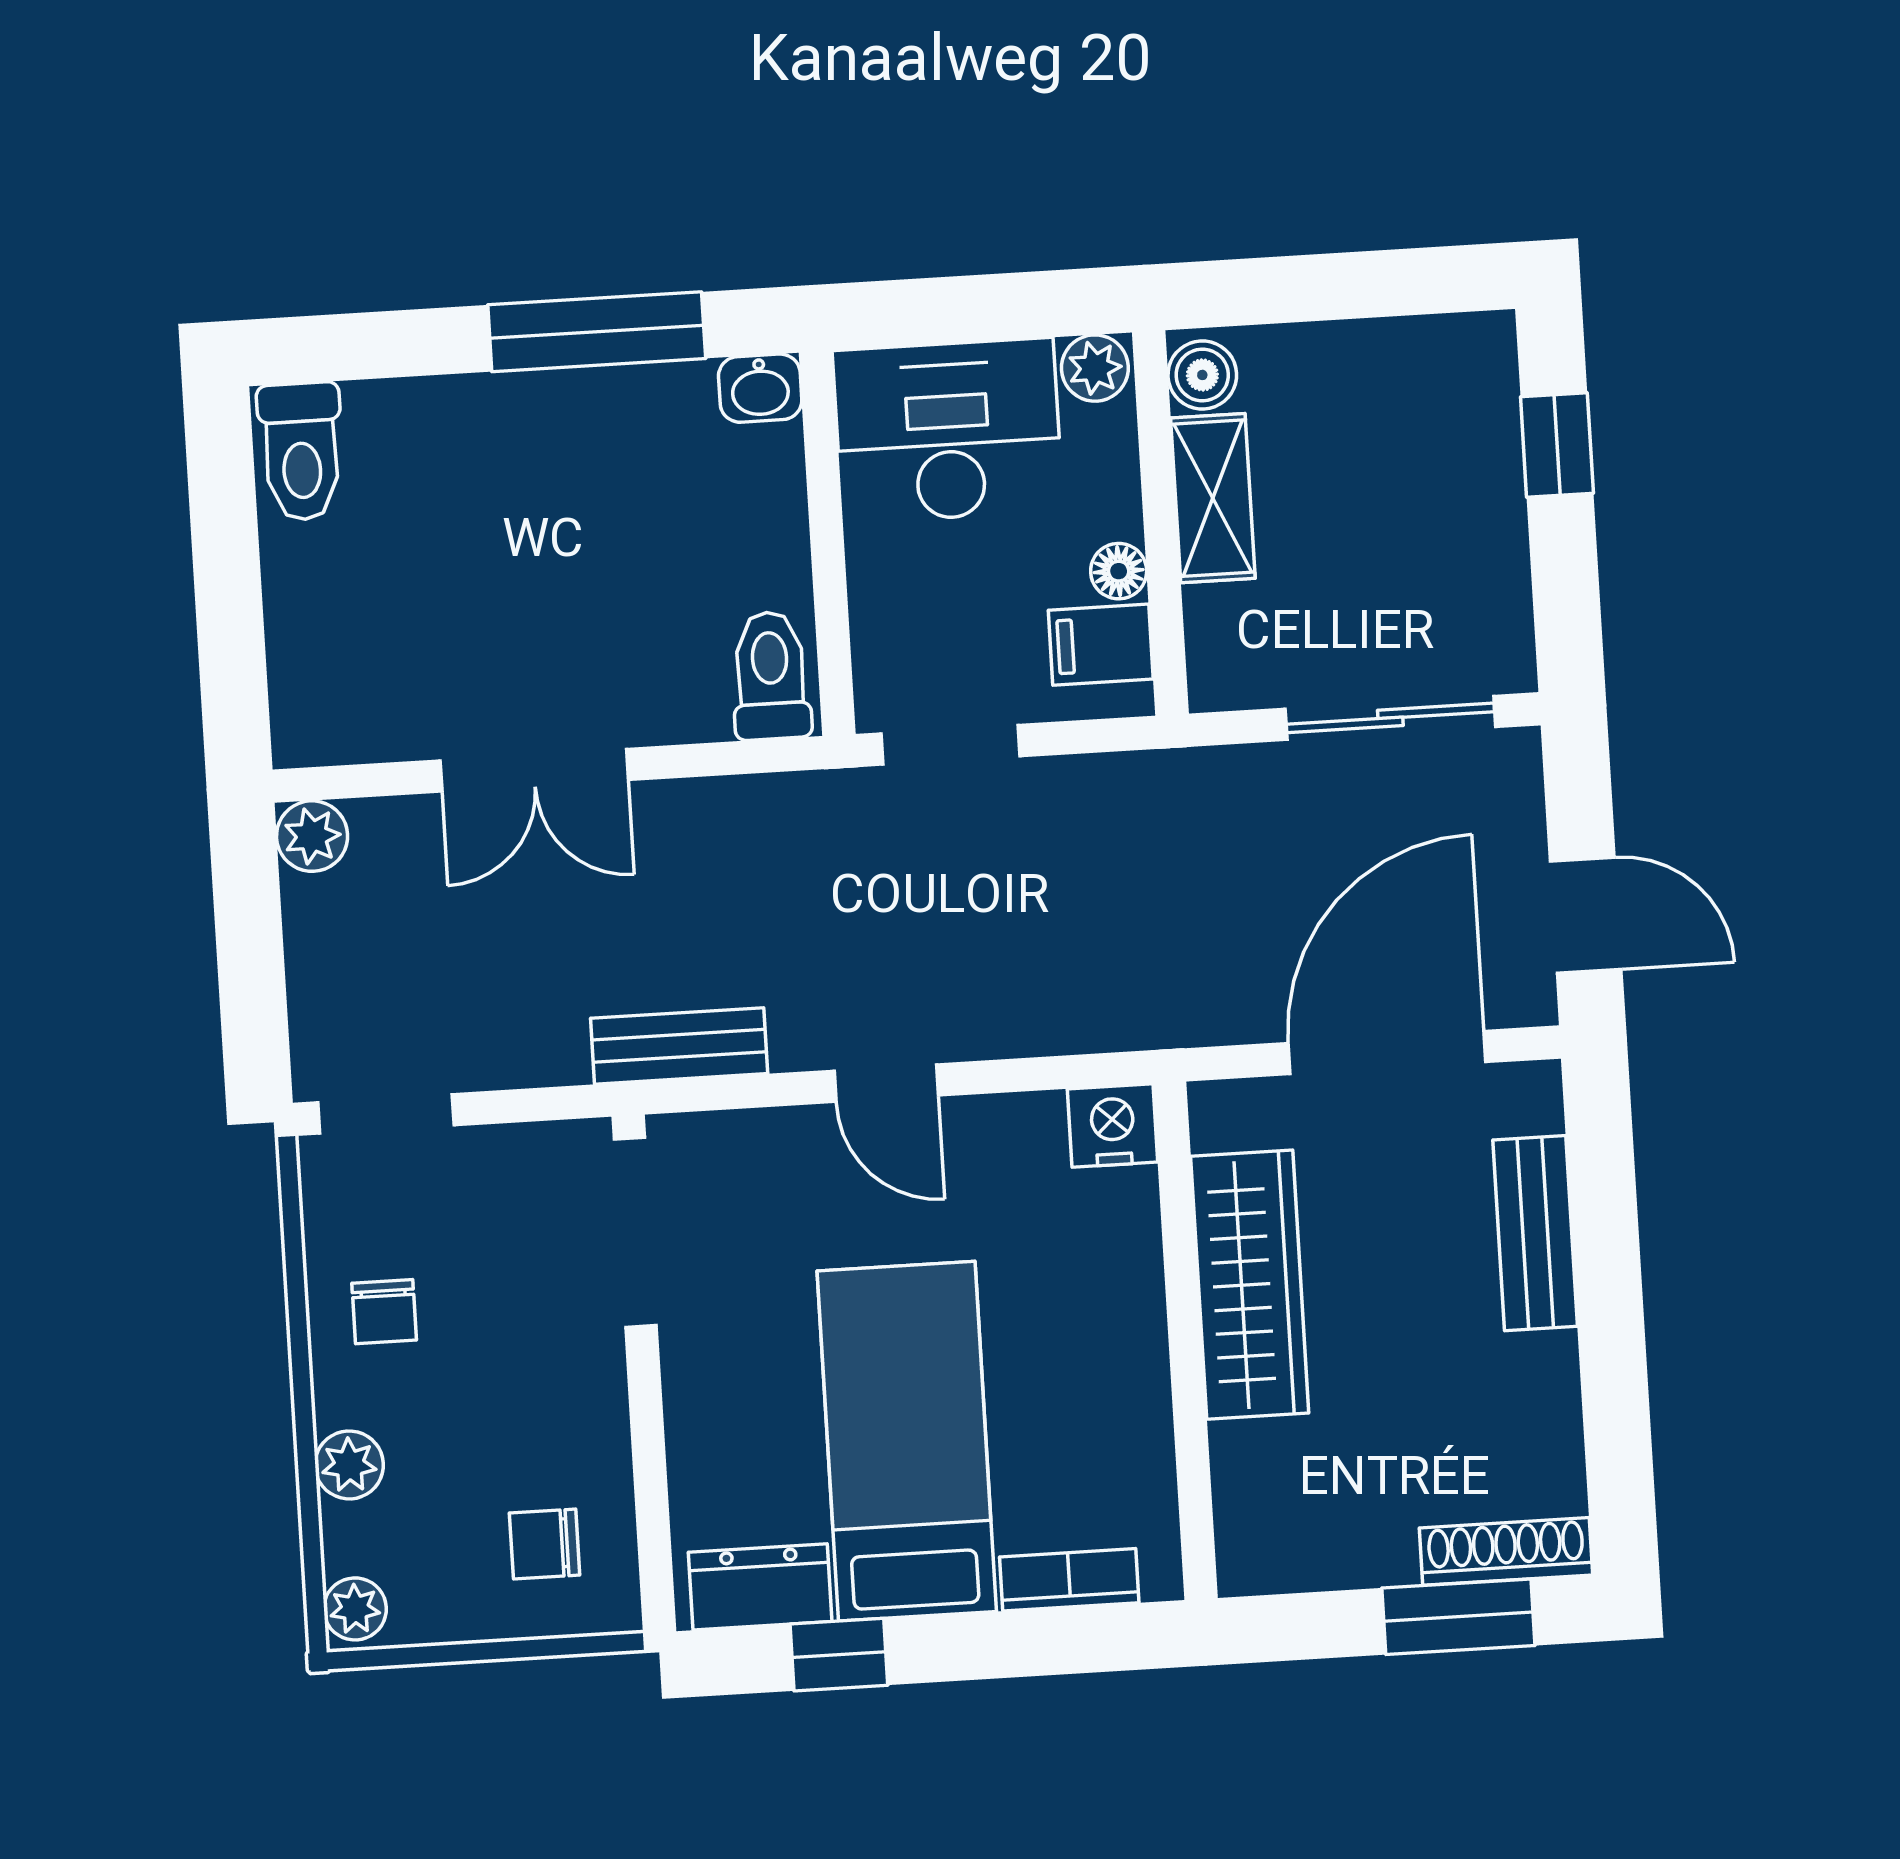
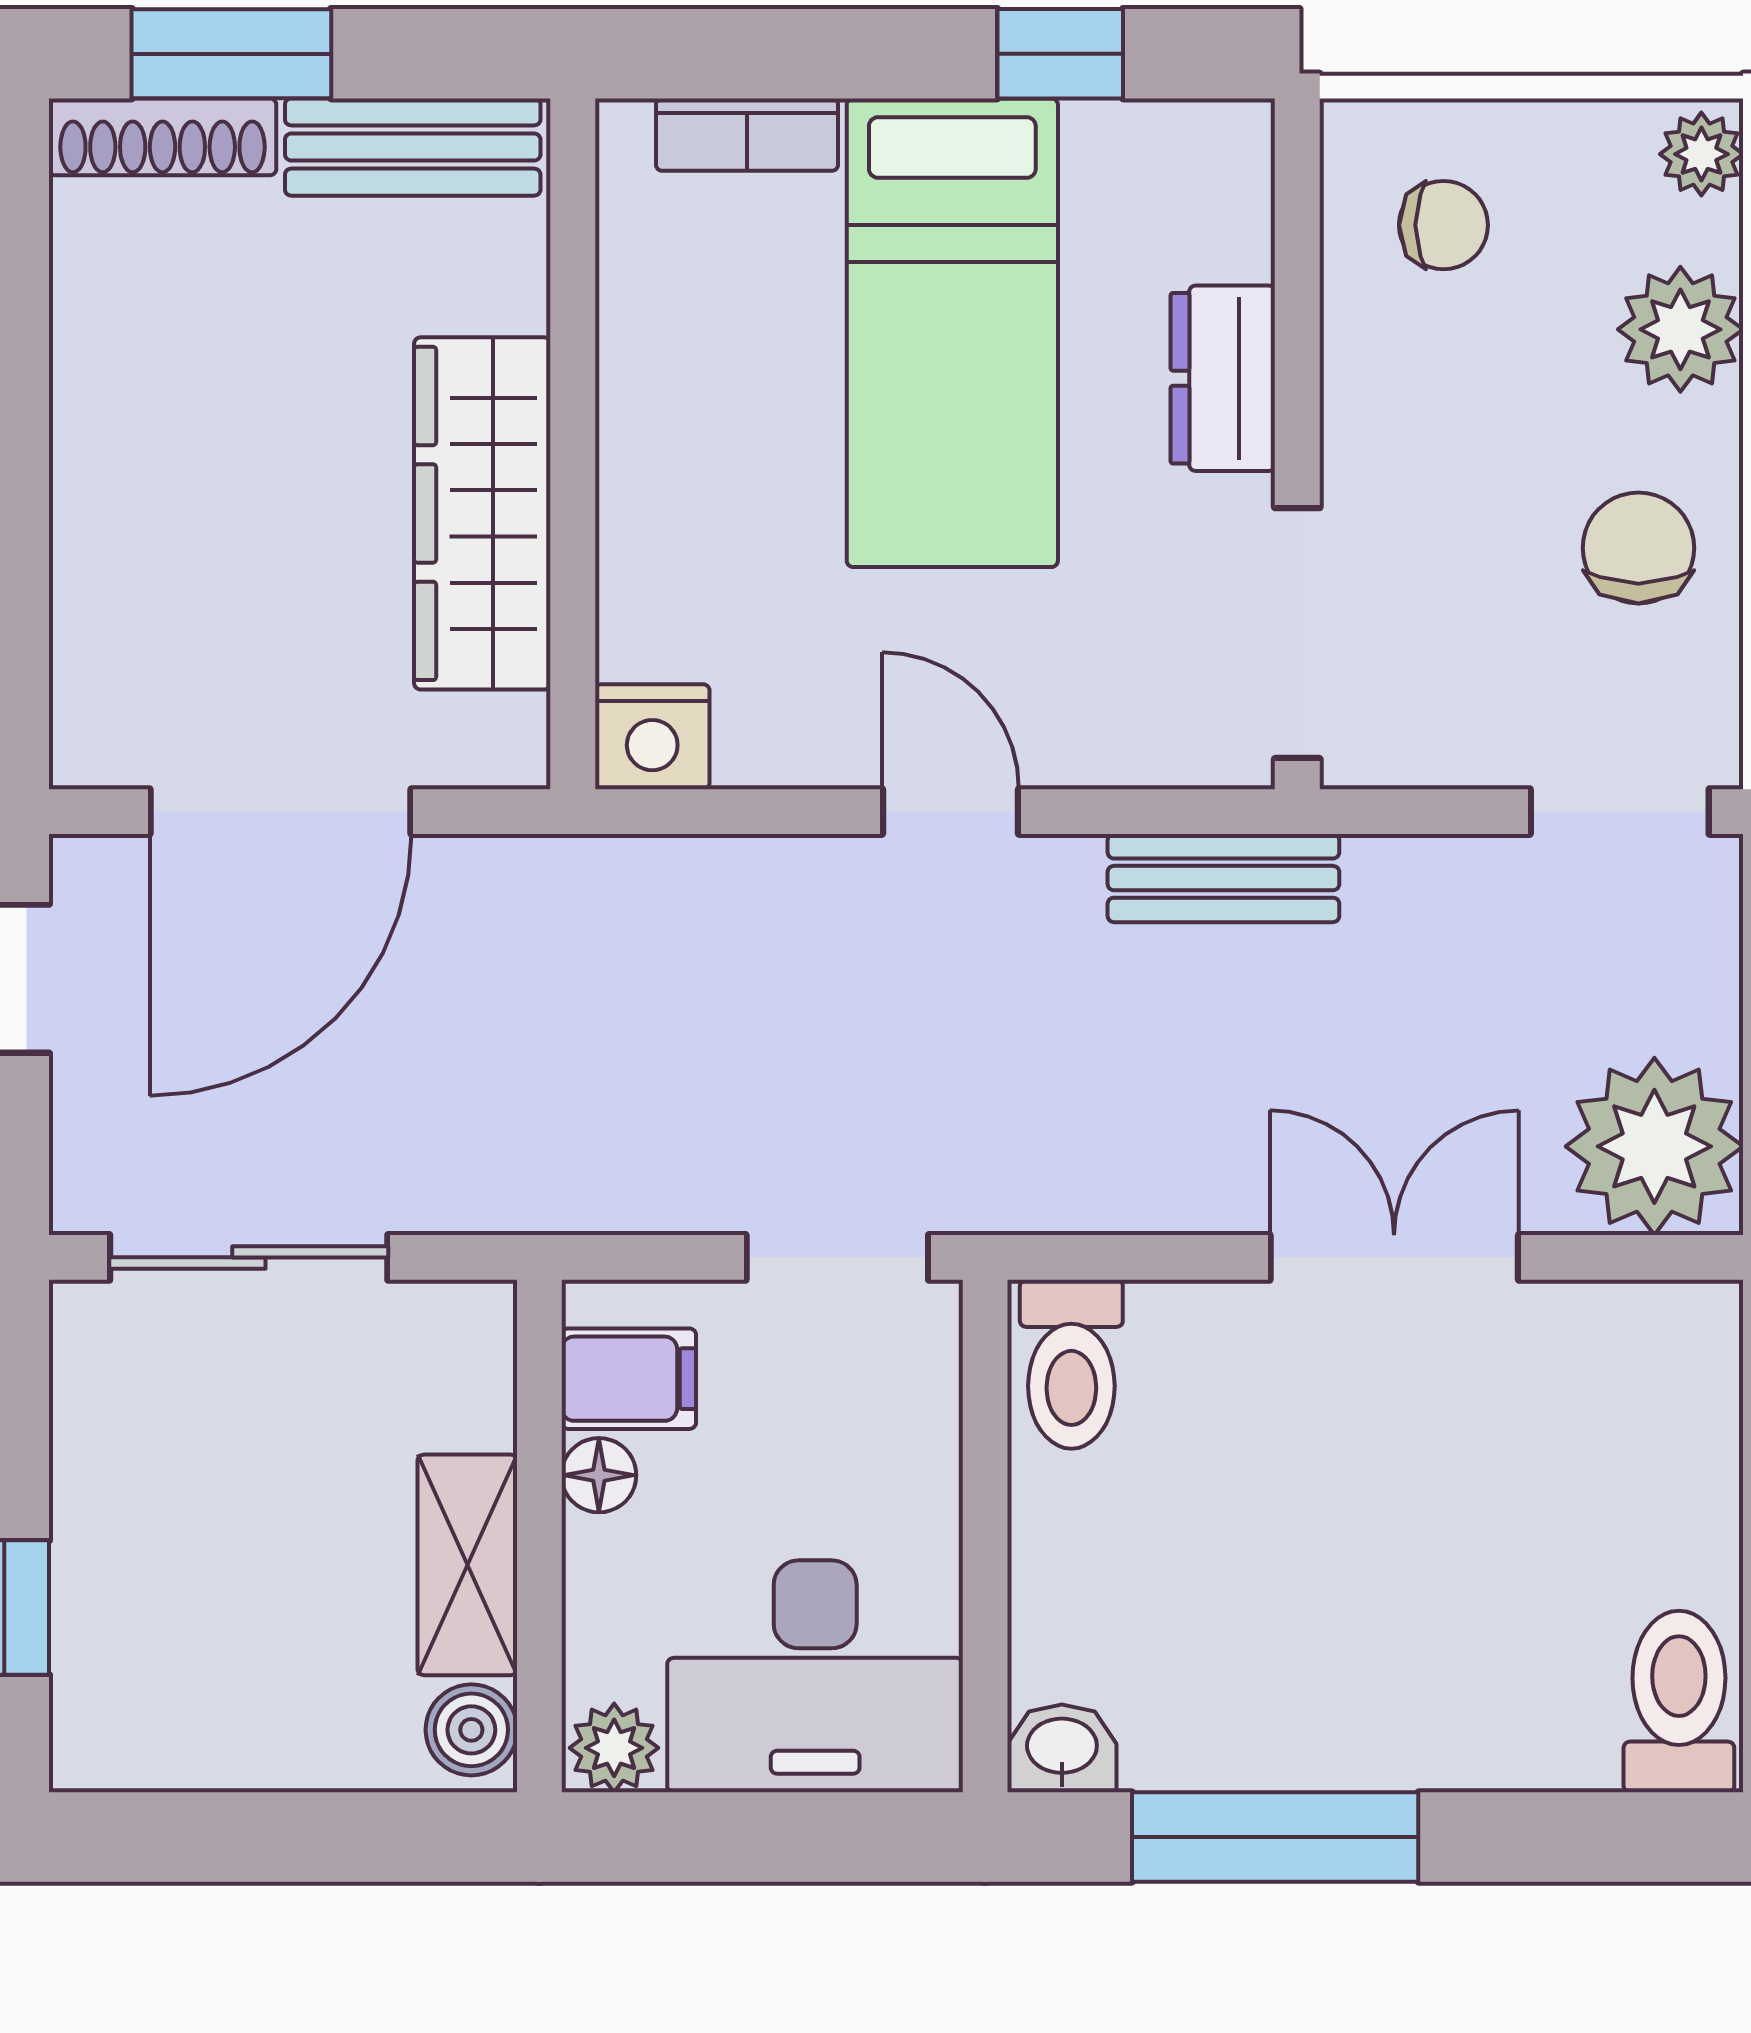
plant: (312, 836) -> (1654, 1146), width x1.87, depth x1.87
bench: (1535, 1233) -> (413, 147), moved, turned 90
chair: (384, 1312) -> (1638, 548), width x1.37, depth x1.37
plant: (349, 1465) -> (1680, 329), width x1.38, depth x1.38
dresser: (760, 1587) -> (1223, 378), moved, turned 90

